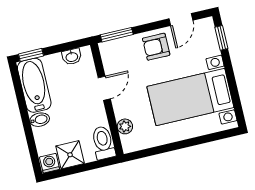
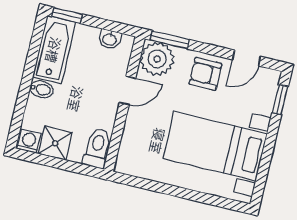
plant: (125, 126) -> (157, 59), moved, width x1.88, depth x1.88

